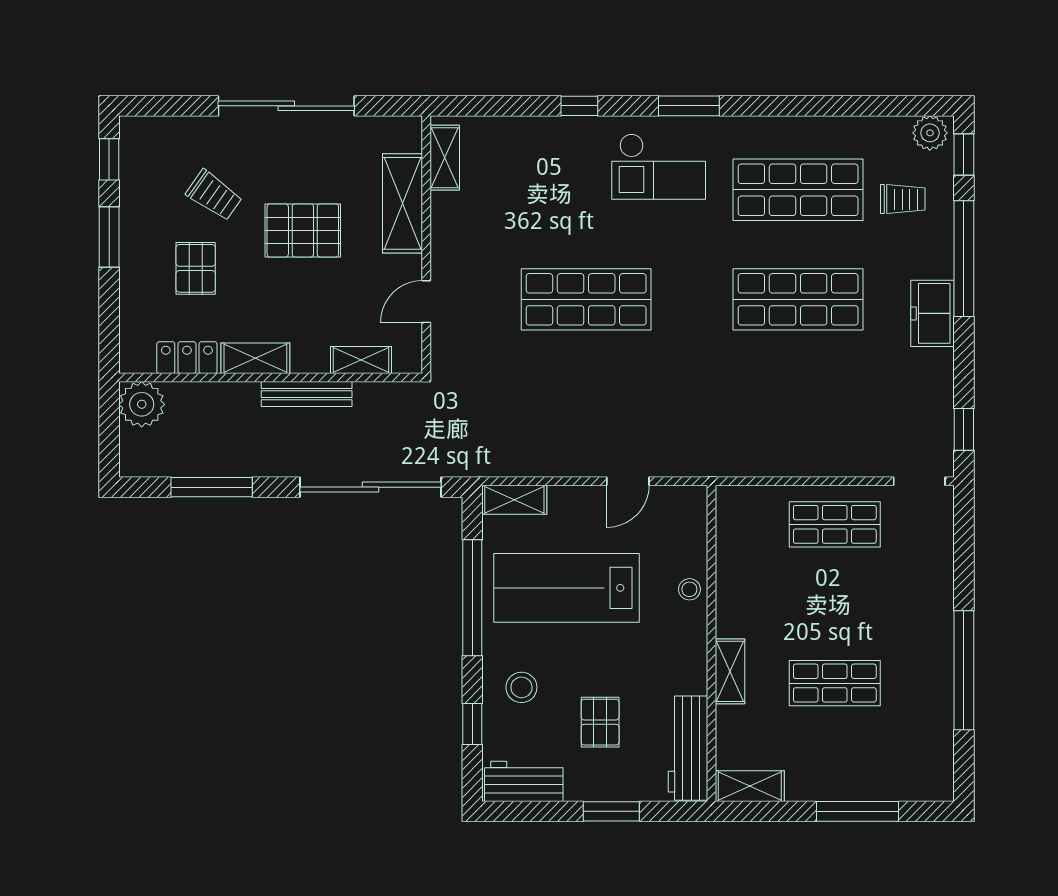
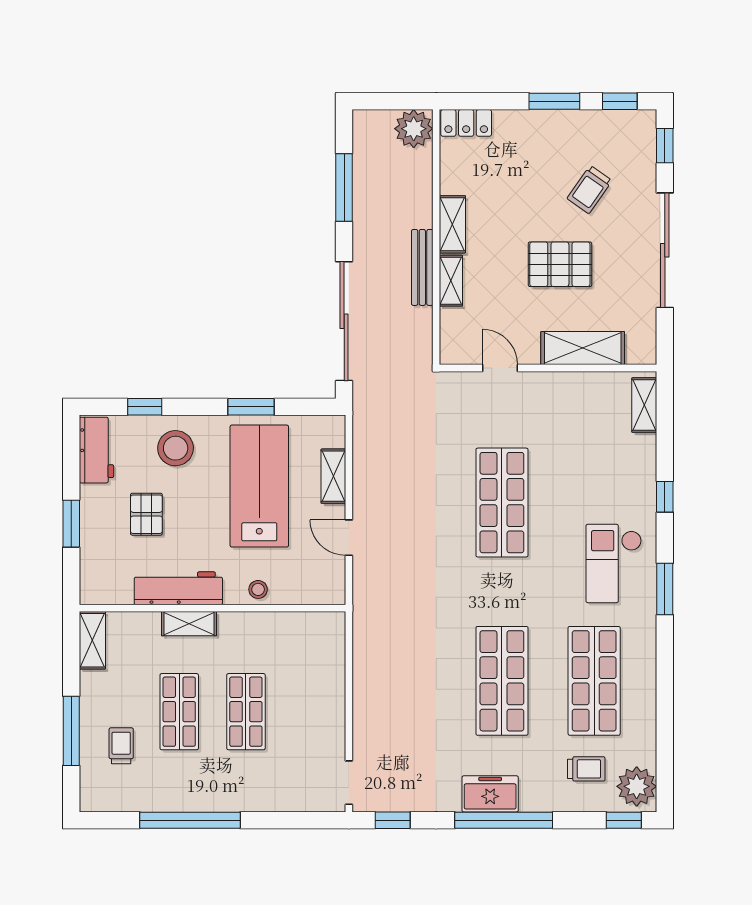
window: (162, 106) -> (665, 146), added
plant: (930, 133) -> (637, 786), width x1.36, depth x1.36
shelving: (445, 158) -> (644, 405), moved, turned 90
trolley: (903, 199) -> (586, 769), turned -90
pallet: (303, 230) -> (560, 264), turned 90
window: (964, 259) -> (504, 820), moved
pallet: (196, 268) -> (528, 174), removed
locker: (187, 358) -> (466, 123), moved, turned 90
shelving: (361, 360) -> (451, 281), moved
shelving: (514, 500) -> (333, 476), moved
shop shelf: (835, 524) -> (246, 712), moved
window: (472, 598) -> (251, 407), width x0.47
stool: (521, 687) -> (176, 448), width x1.38, depth x1.38
pallet: (600, 722) -> (146, 514), turned 90
workbench: (688, 748) -> (178, 588), moved
trolley: (875, 752) -> (121, 746), added

